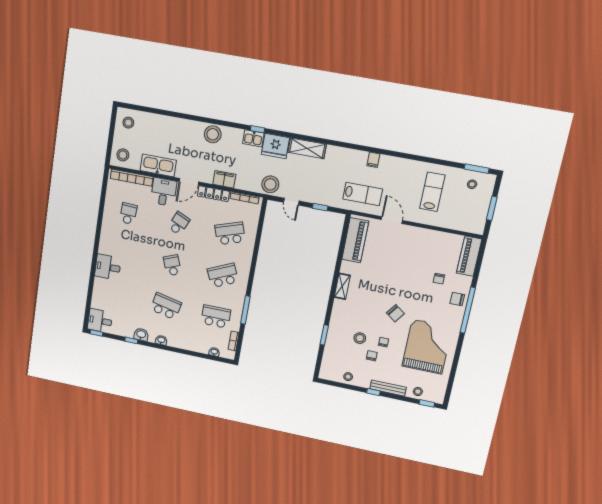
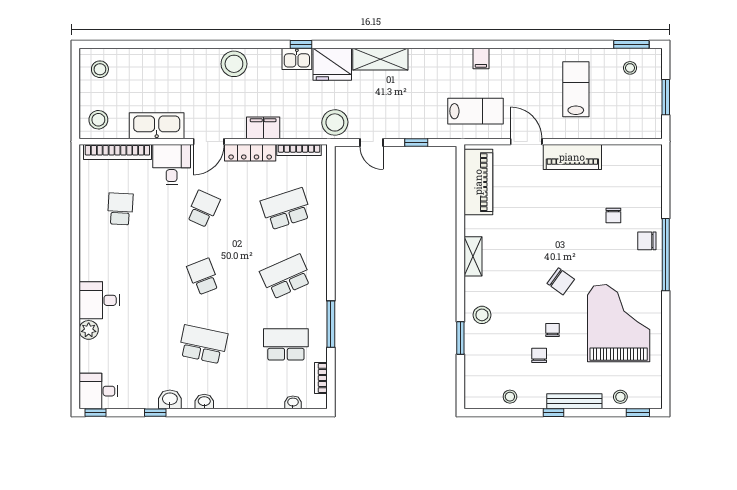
piano: (469, 256) -> (572, 157), moved, turned -90
plant: (99, 283) -> (89, 330), added
stool: (360, 338) -> (482, 315), moved

